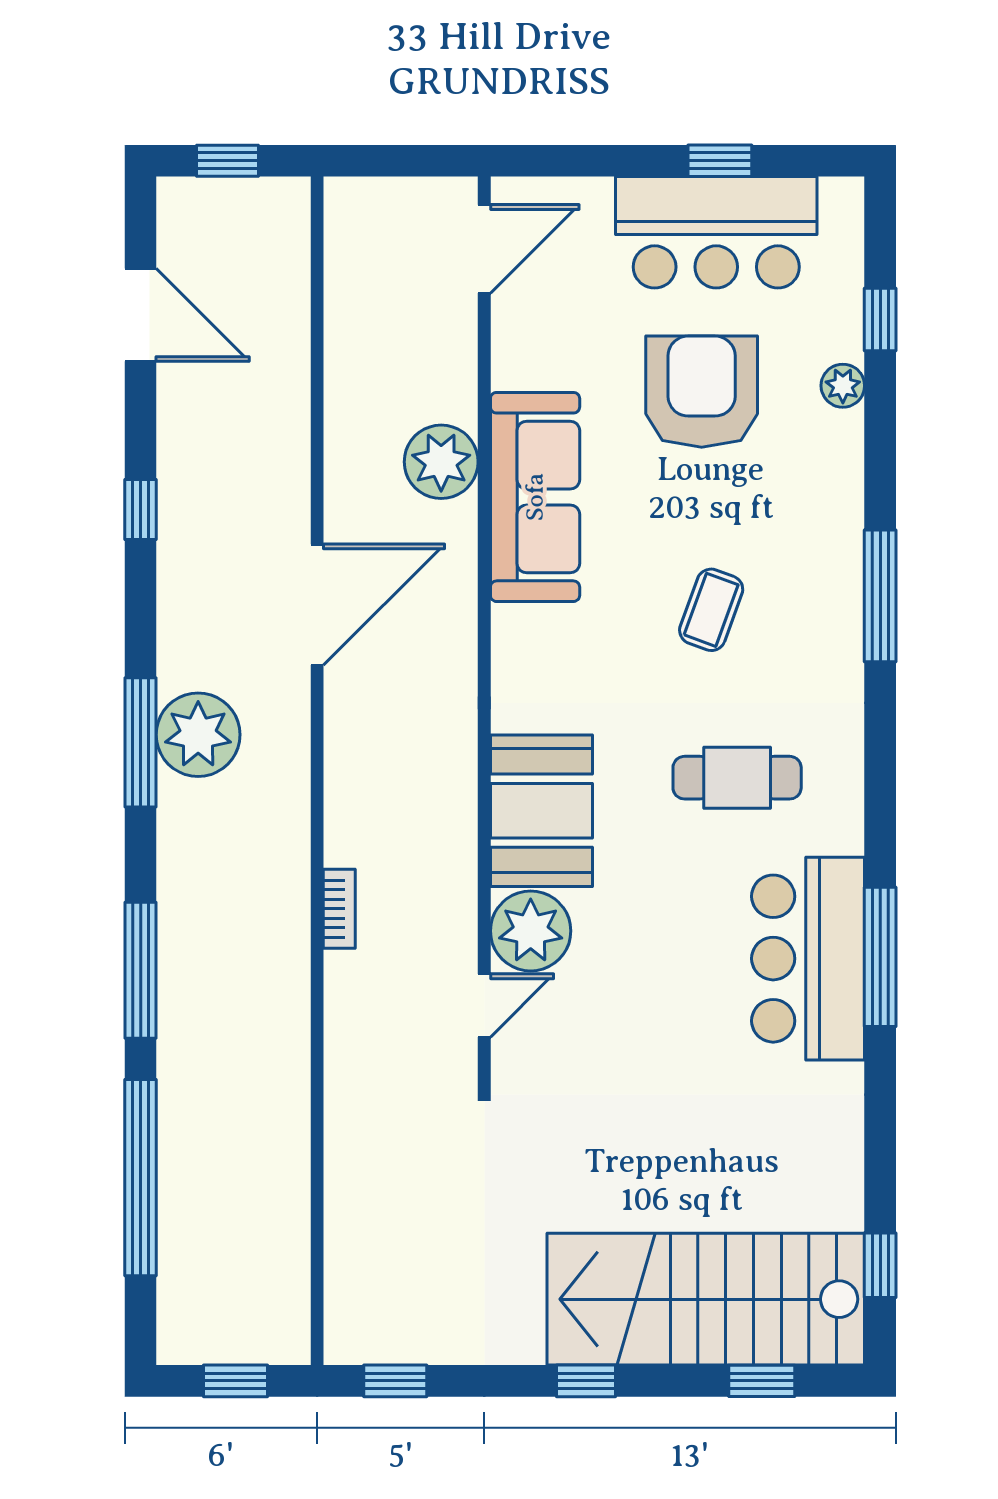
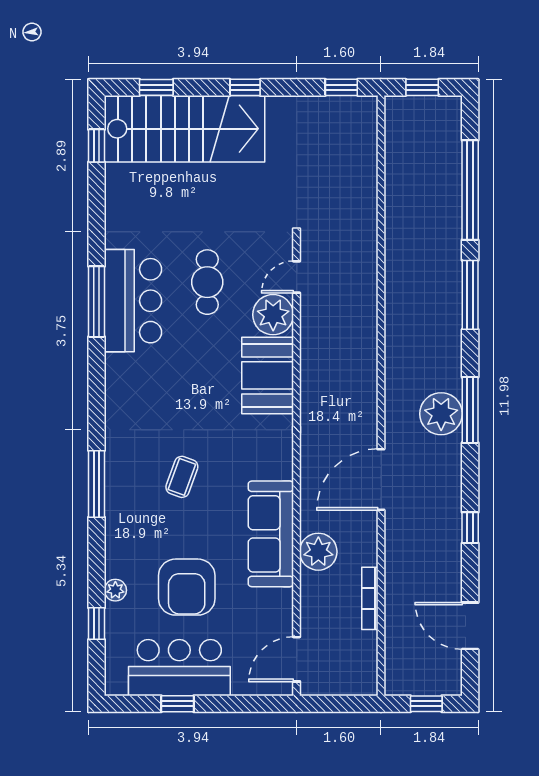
cafe table: (737, 778) -> (207, 282), moved, turned 90
bookcase: (339, 909) -> (370, 598), moved, width x1.56

